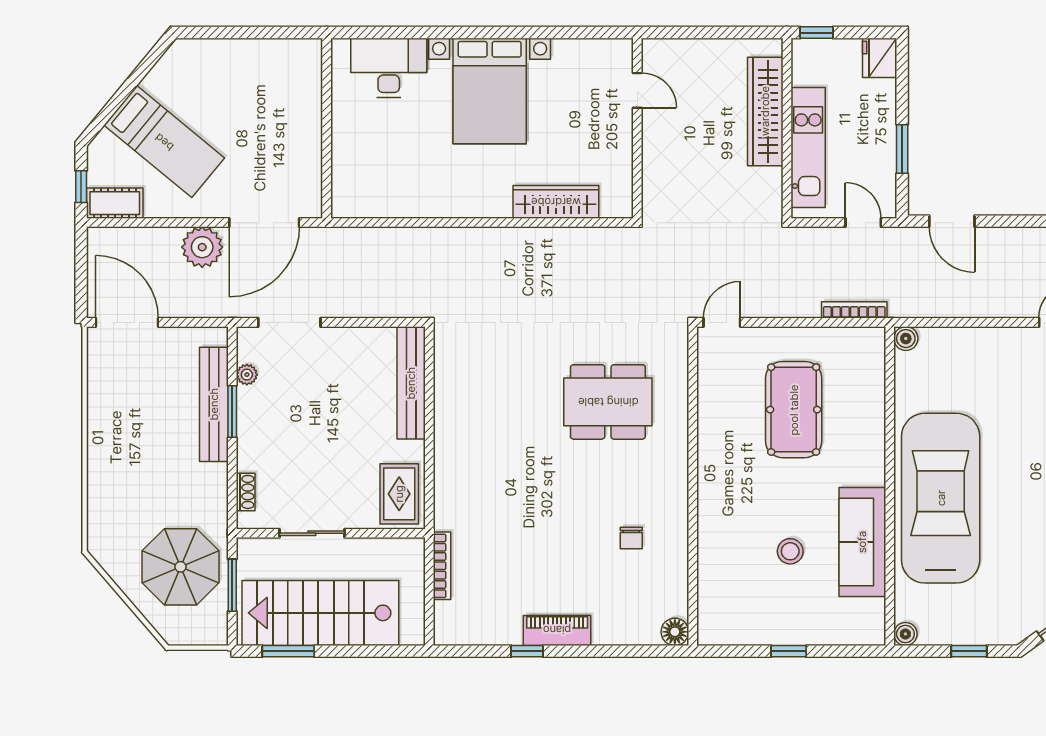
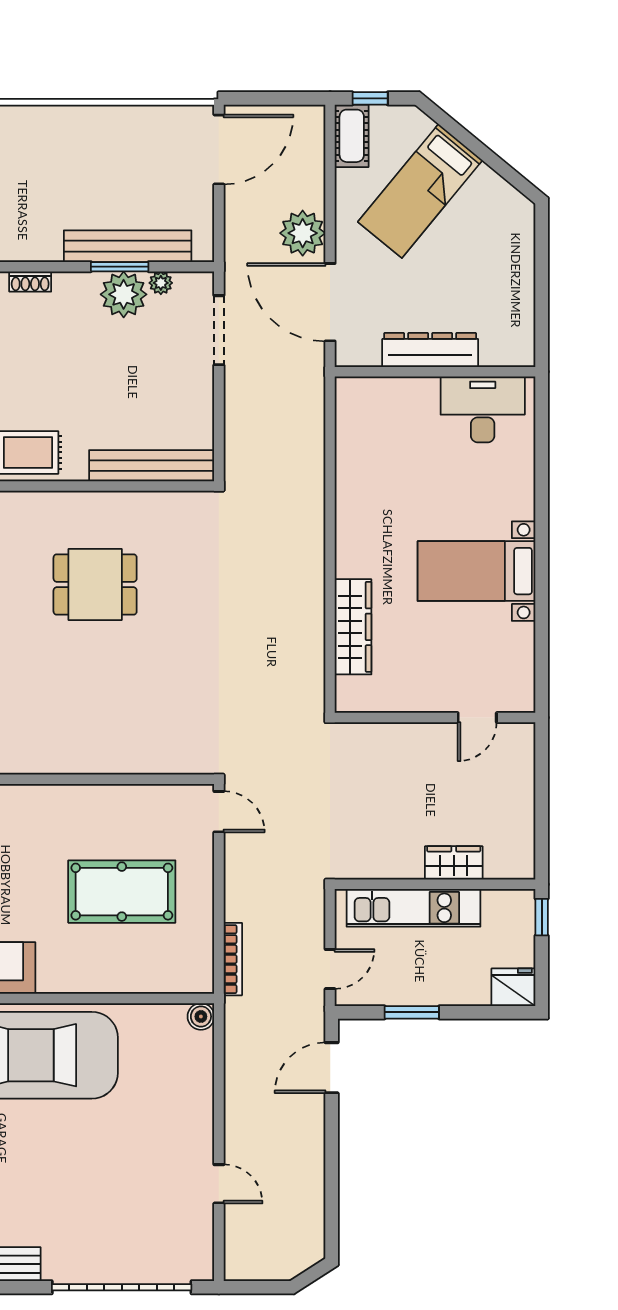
desk: (389, 68) -> (483, 409), moved, turned -90
bed with nightstands: (490, 91) -> (476, 571), width x0.73
wardrobe: (765, 111) -> (454, 863), width x0.48, depth x0.85
dresser: (307, 133) -> (430, 350), added
dining table: (608, 402) -> (95, 585), moved, width x0.73
plant: (257, 408) -> (124, 294), added

